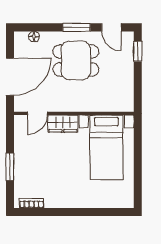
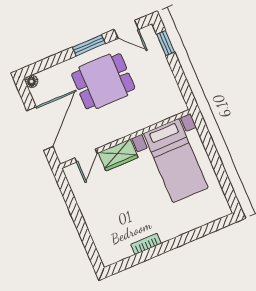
floor lamp: (34, 37) -> (32, 81), moved
window: (10, 167) -> (81, 225), removed
bookcase: (32, 203) -> (146, 244), moved

